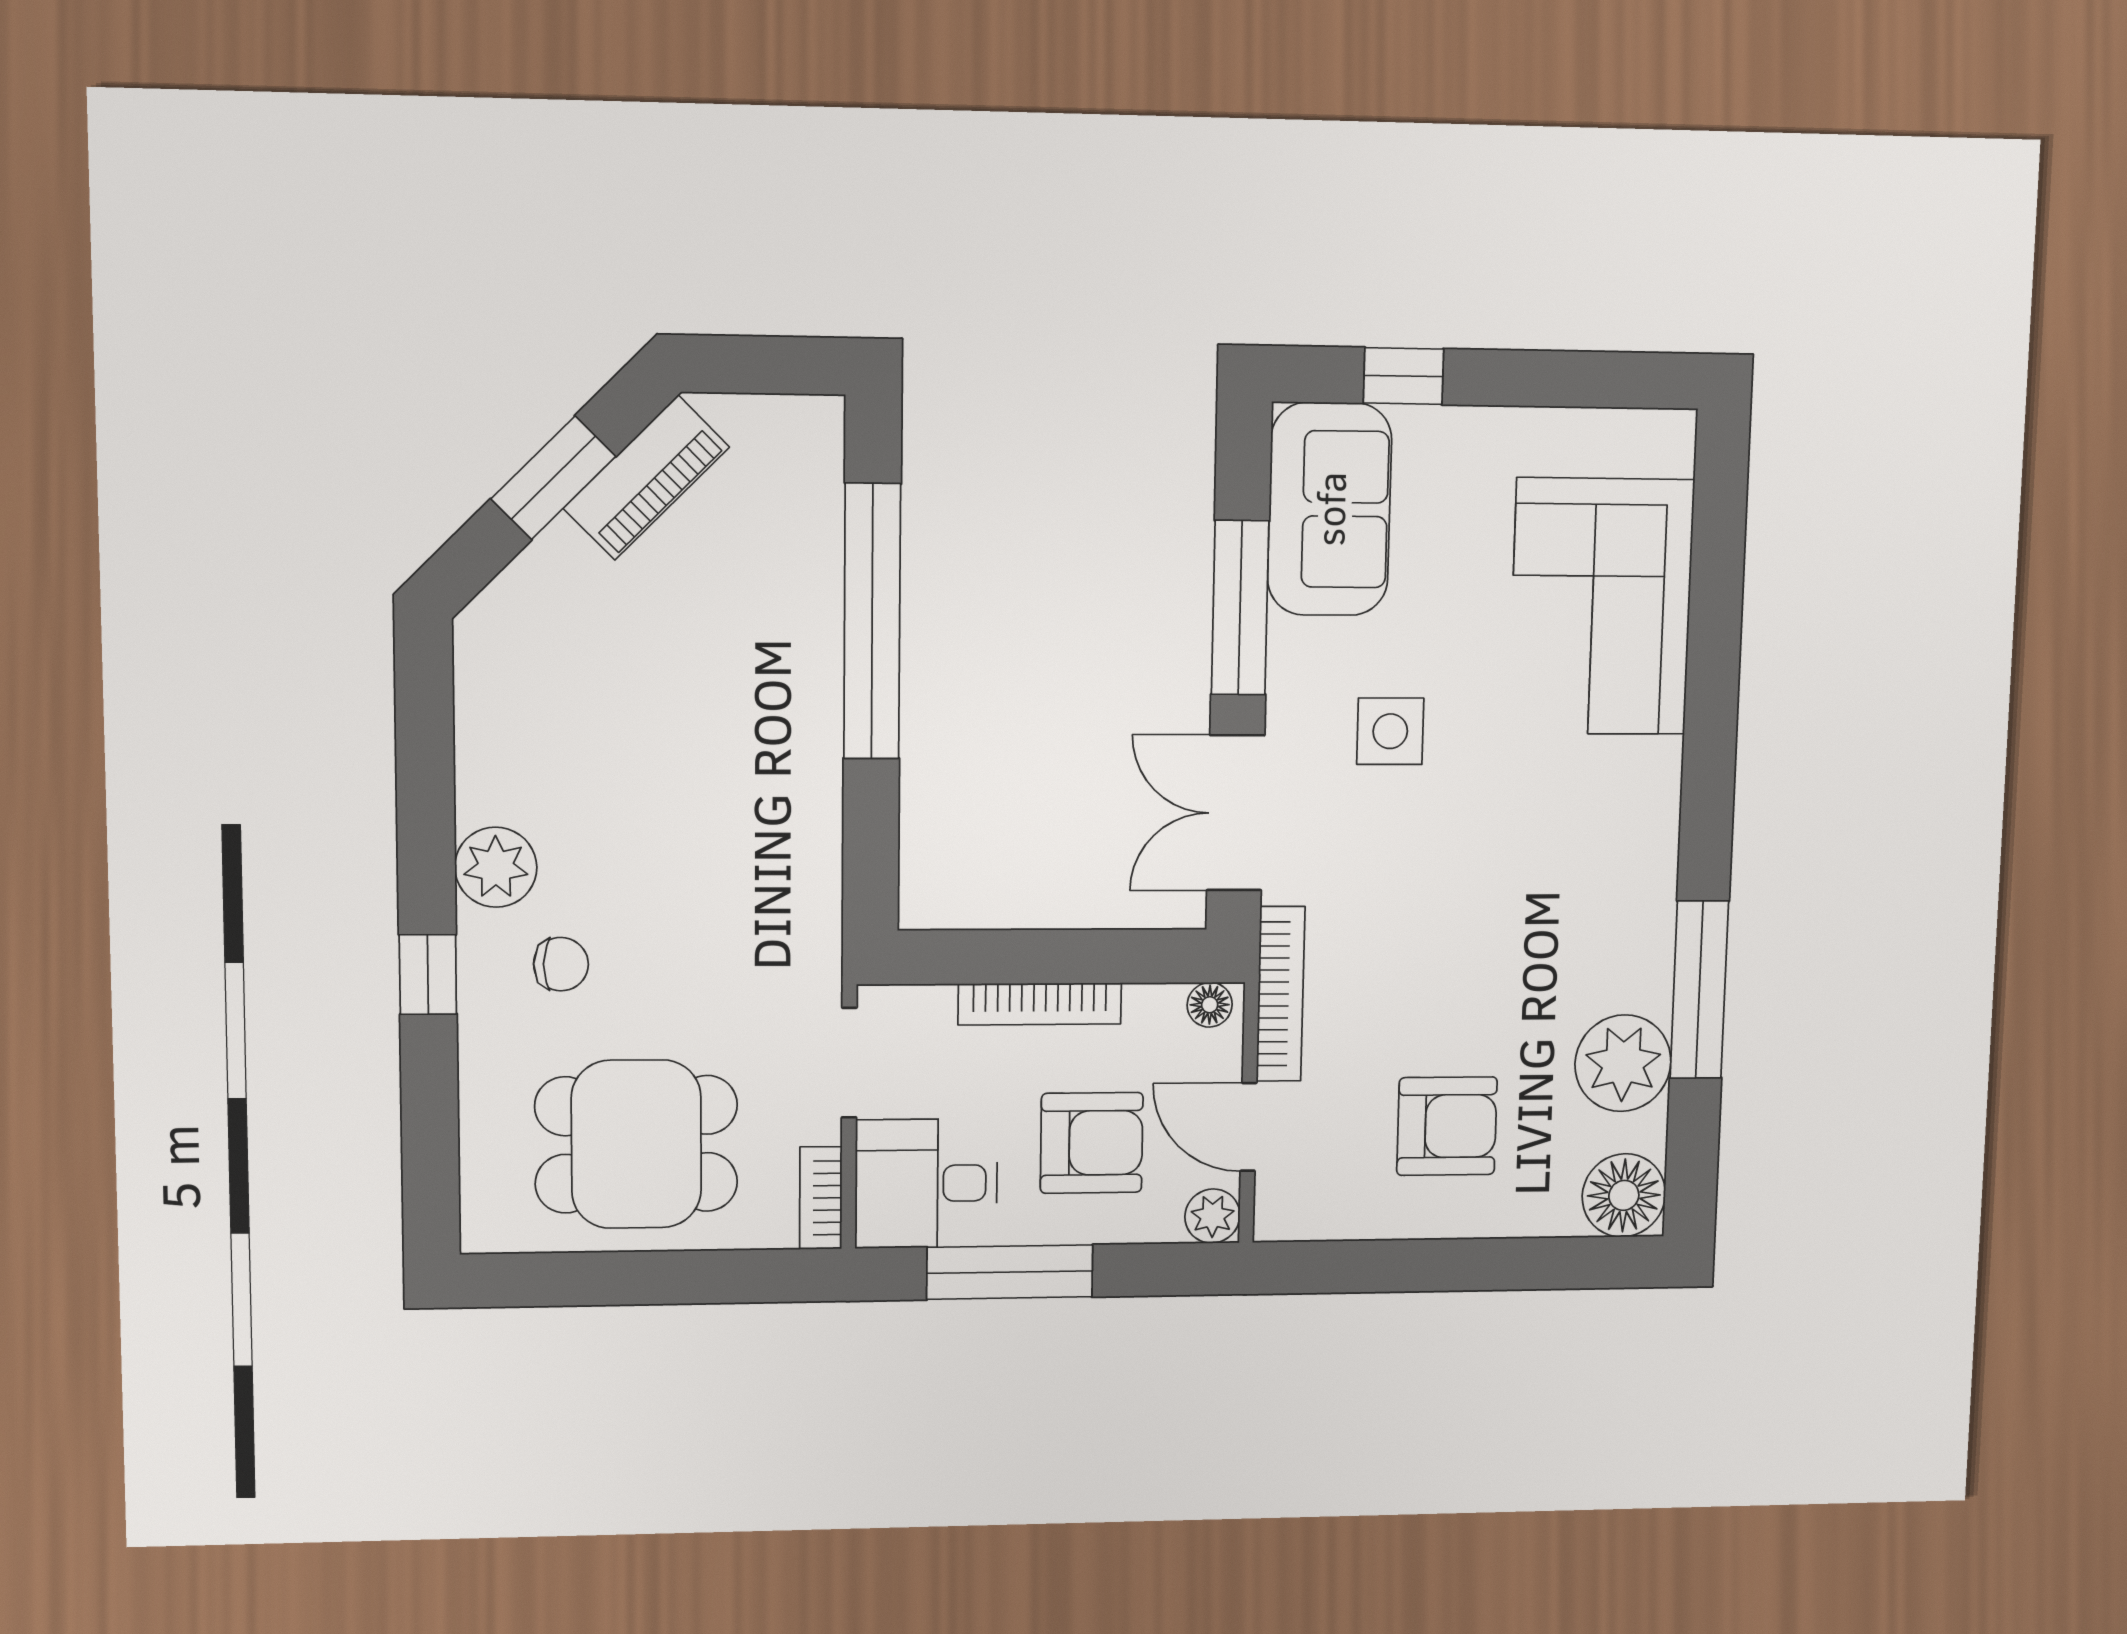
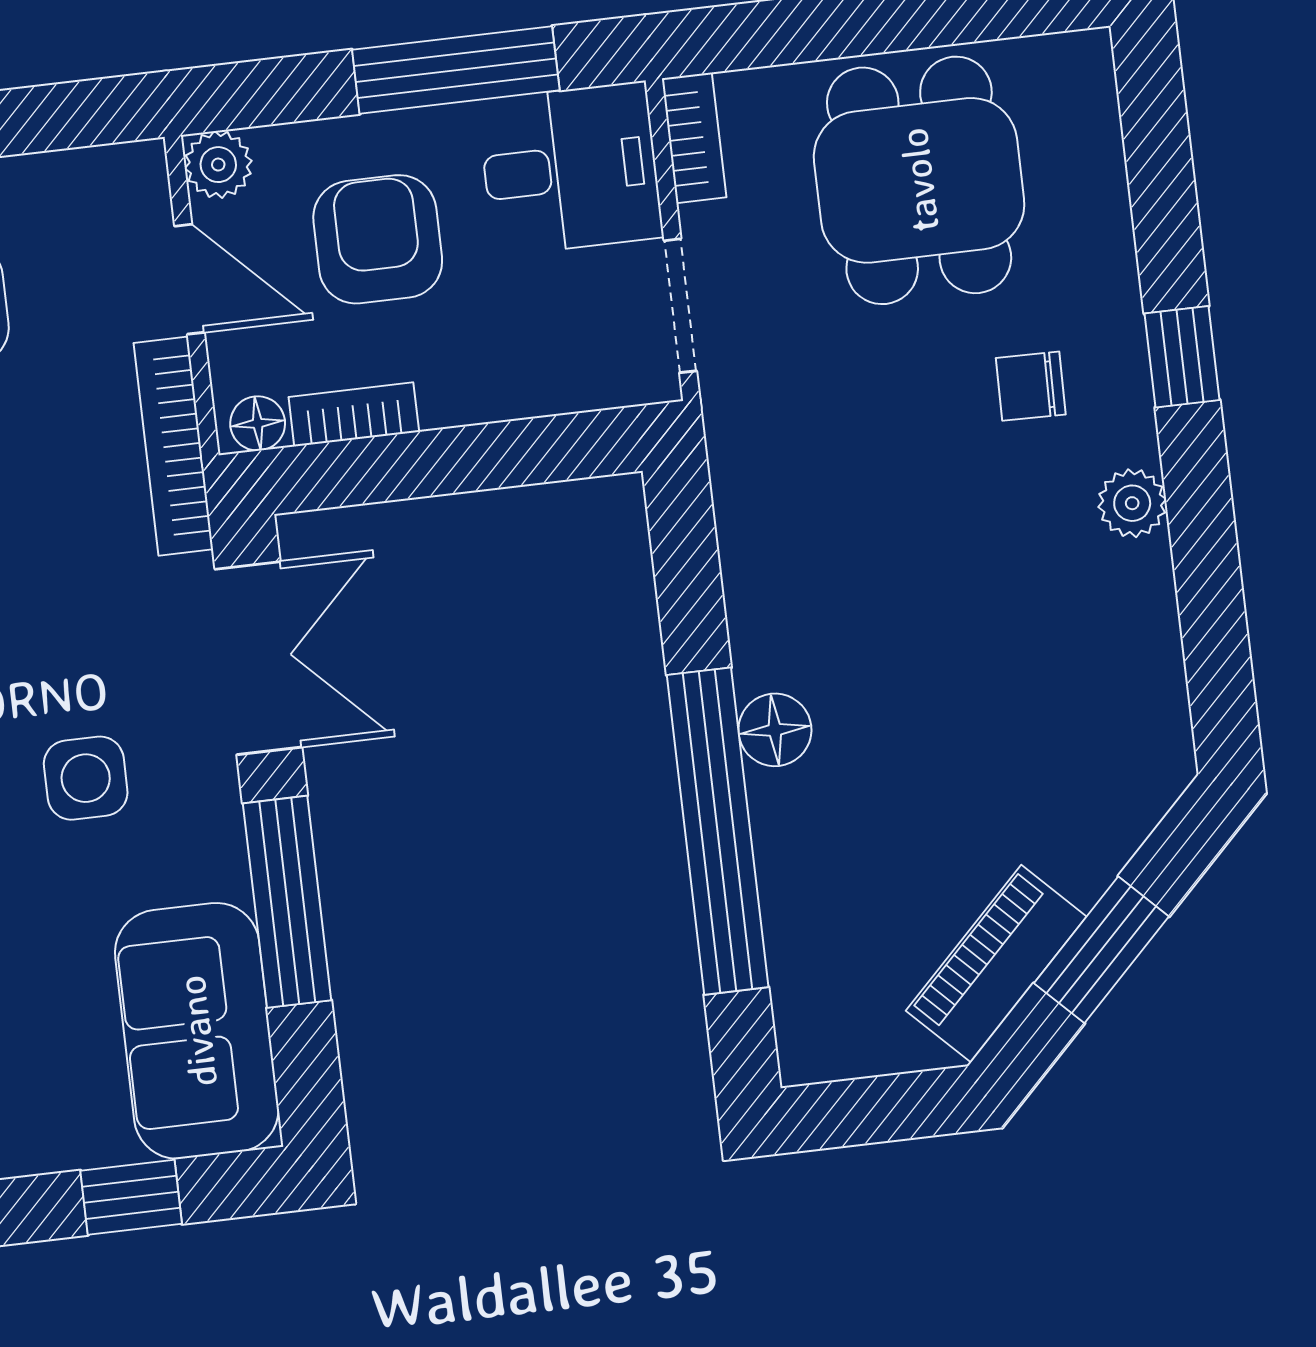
floor lamp: (813, 701) -> (775, 730), added
plant: (496, 867) -> (1132, 503), width x0.73, depth x0.73
bookcase: (1040, 1004) -> (354, 414), moved, width x0.64
armchair: (1092, 1143) -> (378, 239), turned 90
dining table: (636, 1144) -> (919, 180), turned 90

